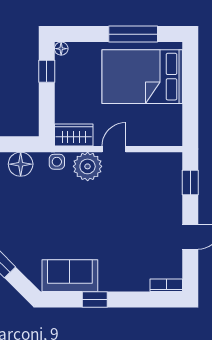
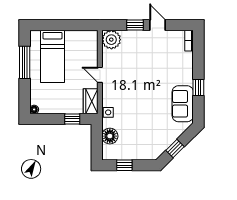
window: (47, 71) -> (72, 119), moved
bed: (142, 77) -> (52, 56), width x0.67
plant: (88, 166) -> (111, 40), moved
window: (190, 182) -> (135, 25), moved

